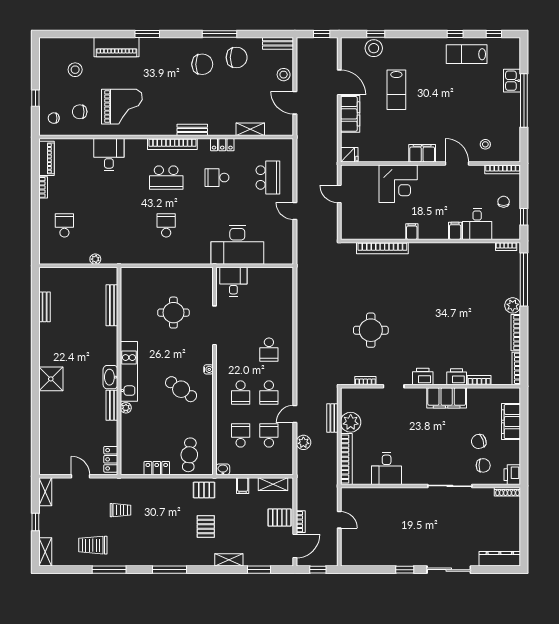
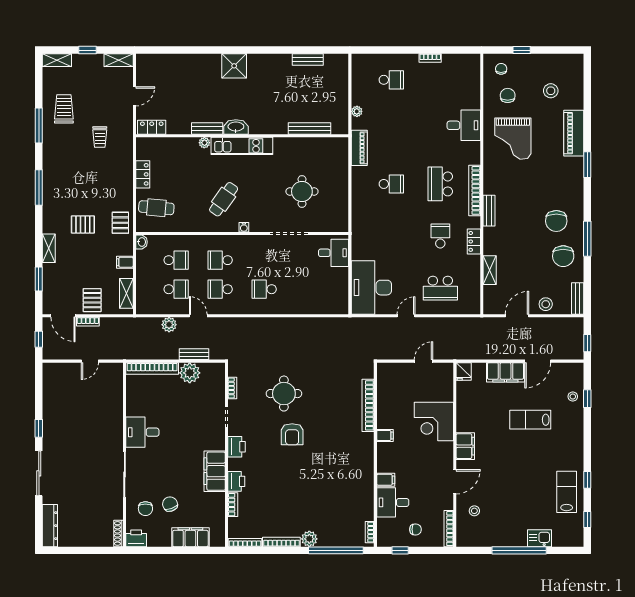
stool: (374, 48) -> (573, 397), width x0.53, depth x0.53
piano: (47, 158) -> (359, 148), moved, turned -90
desk: (237, 245) -> (371, 288), moved
armchair: (411, 322) -> (292, 434), added
desk: (387, 468) -> (142, 432), moved

